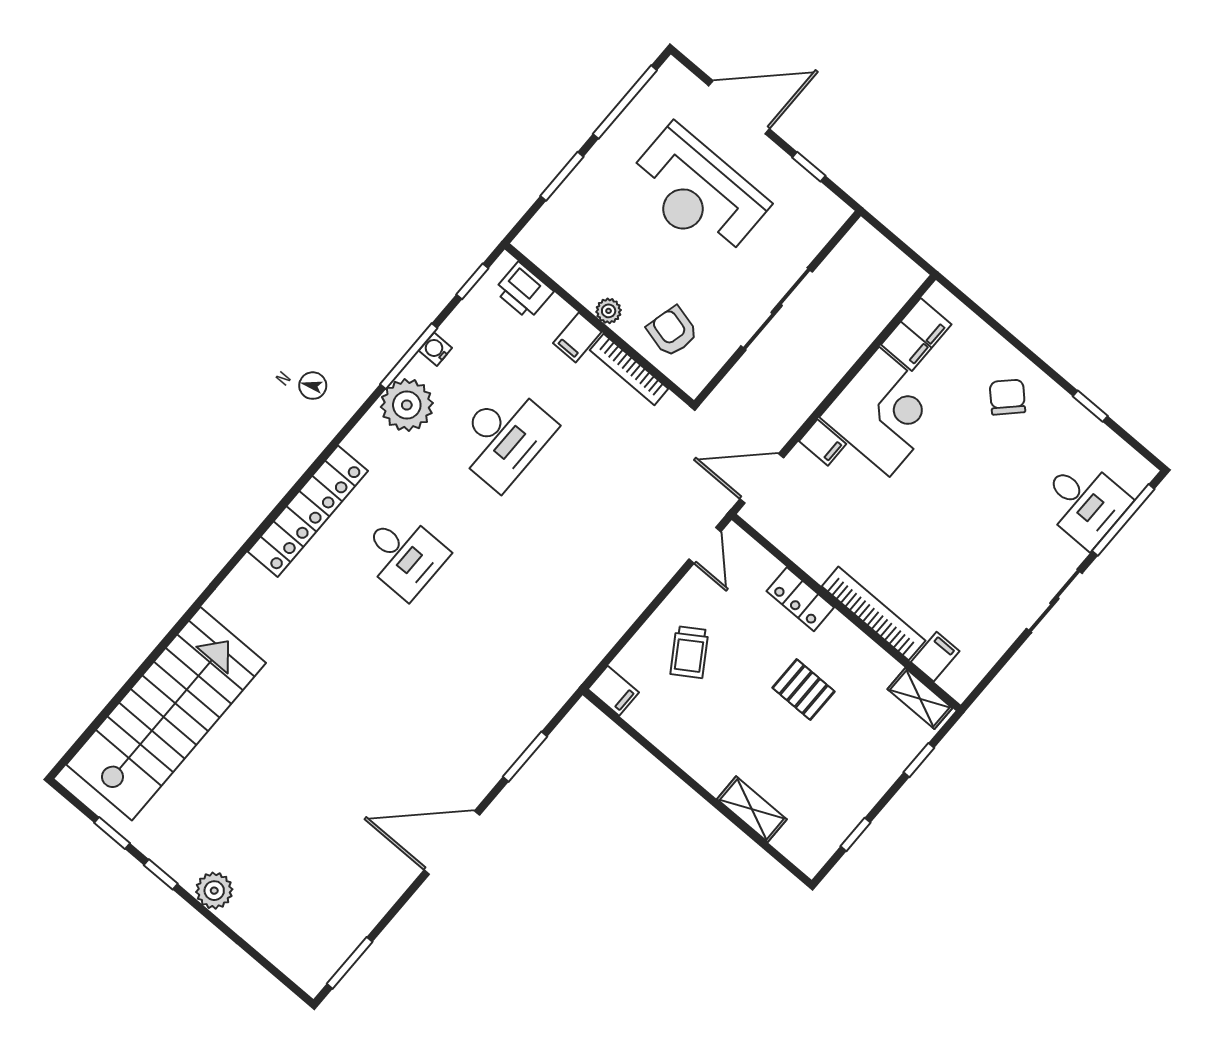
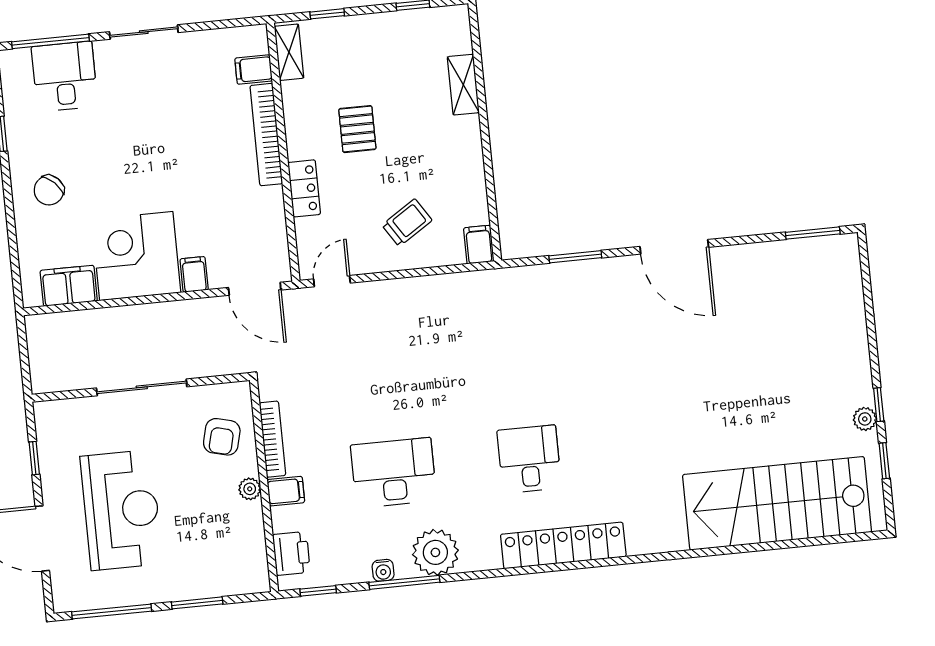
plant: (214, 891) -> (865, 419), moved, width x0.73, depth x0.73

